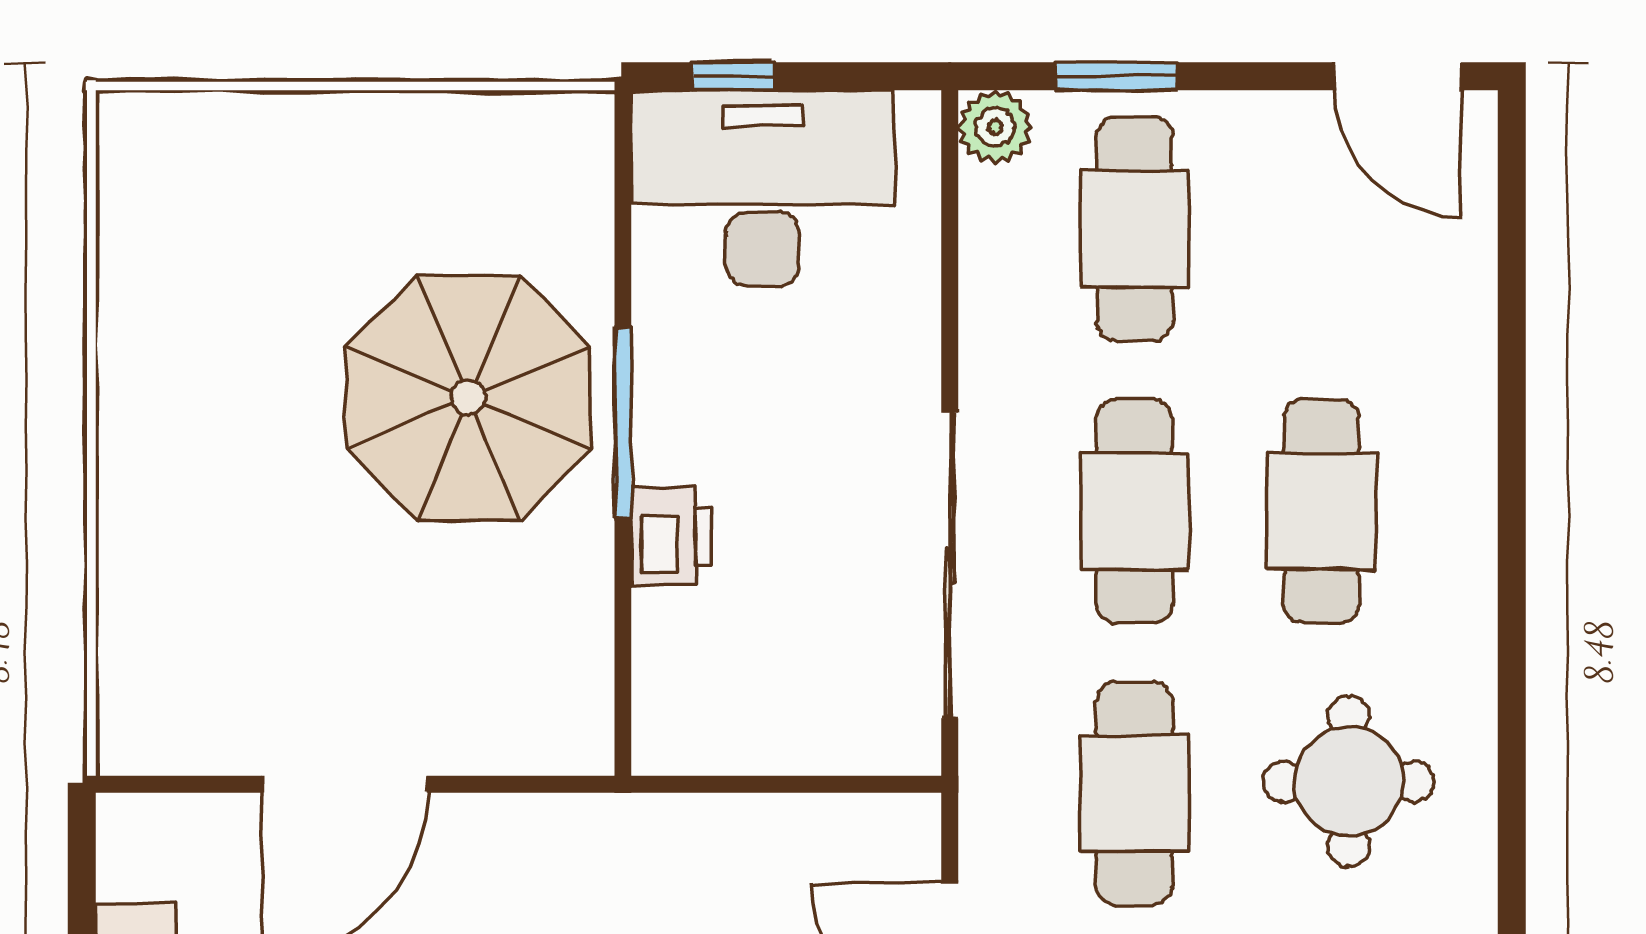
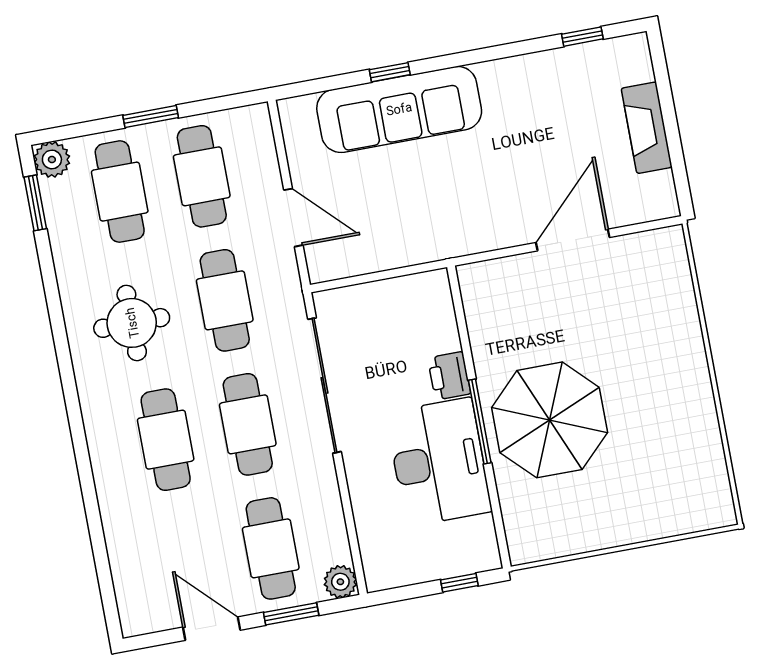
door: (1397, 76) -> (212, 629), moved
desk: (762, 188) -> (439, 462), moved, turned -90

